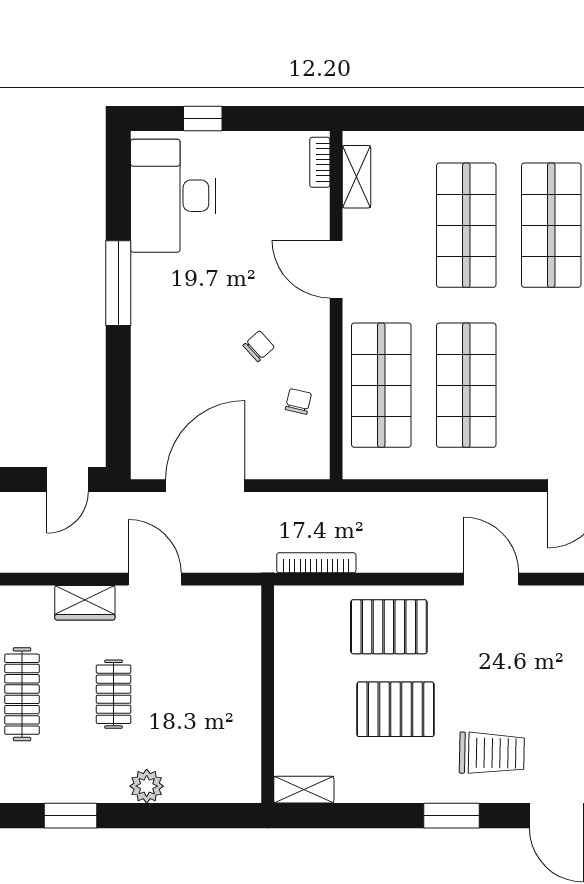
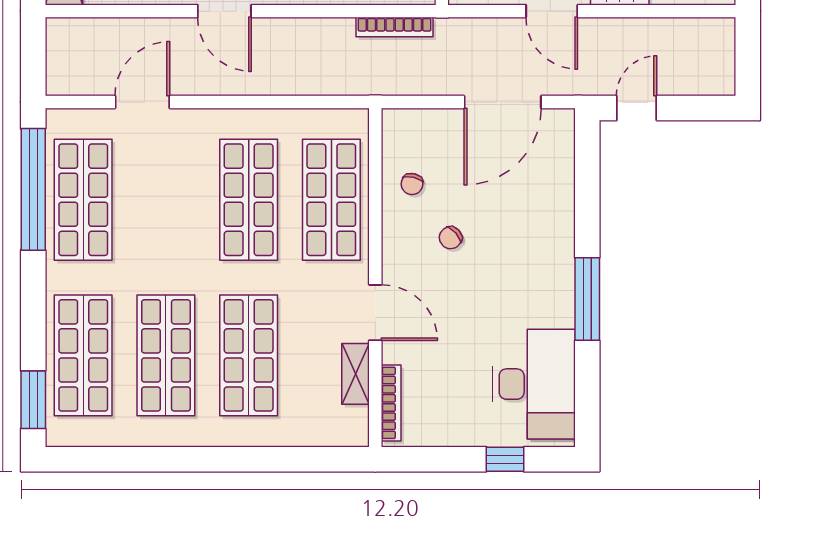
bookcase: (320, 162) -> (391, 403), width x1.56
shelving: (356, 177) -> (356, 374), moved

